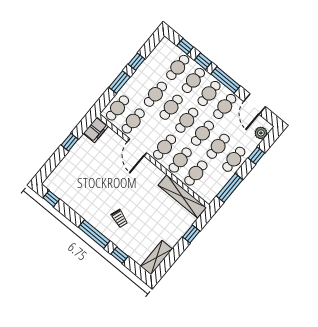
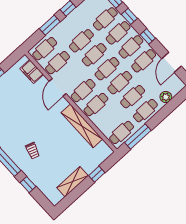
window: (226, 80) -> (148, 36), width x0.46
filing cabinet: (96, 130) -> (32, 72), moved, turned 90
plant: (261, 133) -> (166, 97), moved
window: (256, 156) -> (167, 110), removed
cafe table: (196, 173) -> (122, 132), moved
shelving: (182, 196) -> (82, 126), moved
shelving: (157, 258) -> (73, 182), moved

